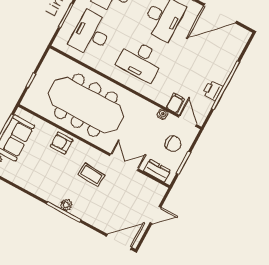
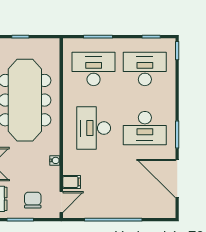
printer: (213, 90) -> (102, 210), removed
water cooler: (162, 114) -> (55, 160), moved
chair: (173, 144) -> (33, 200), turned 180

